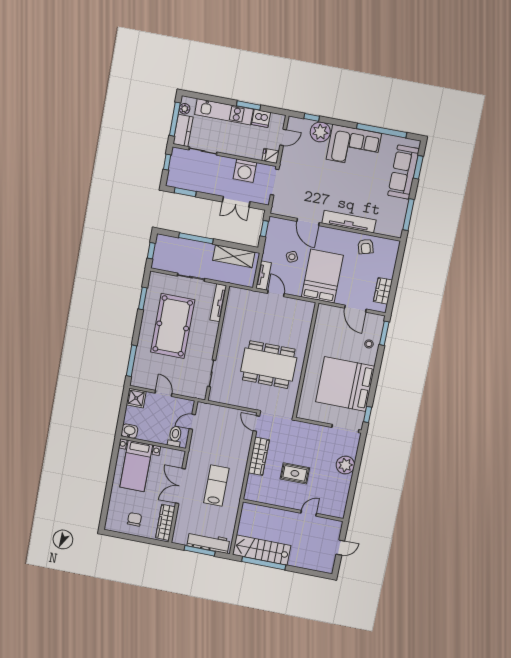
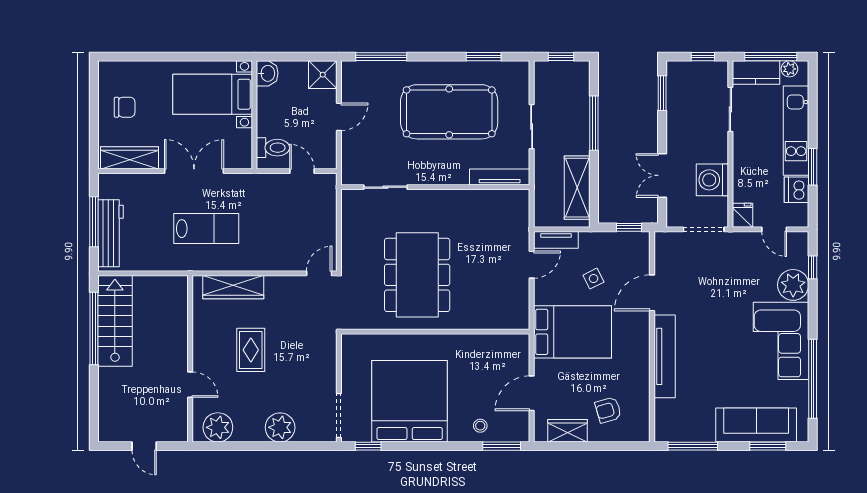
armchair: (366, 247) -> (608, 410), moved
wardrobe: (259, 456) -> (233, 287), moved
plant: (338, 502) -> (218, 427), added

